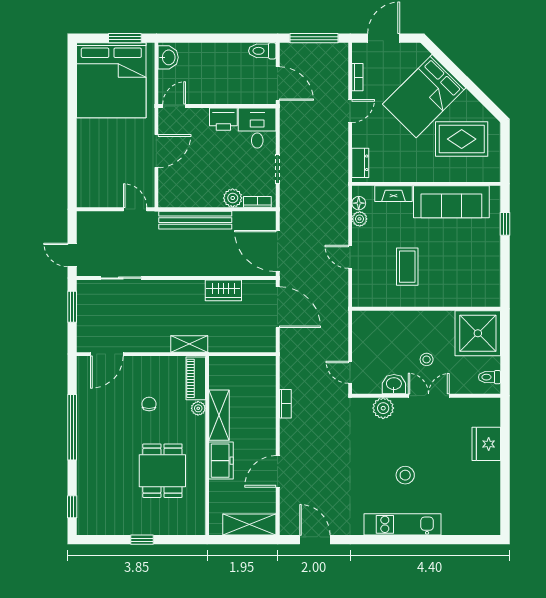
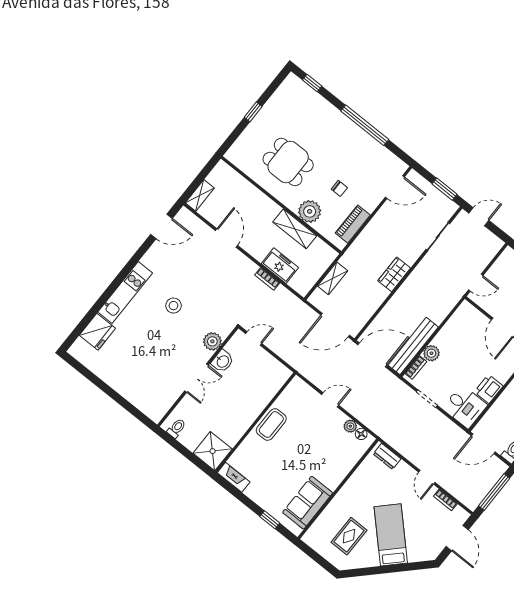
bed: (424, 96) -> (391, 535), width x0.67
rug: (462, 139) -> (349, 536), width x0.73, depth x0.70
fireplace: (394, 194) -> (234, 477), moved, turned 90
sofa: (451, 202) -> (308, 503), width x0.73
bench: (195, 220) -> (413, 346), moved
coffee table: (407, 267) -> (271, 425), moved, turned 90
wardrobe: (223, 290) -> (394, 274), moved
shower: (478, 333) -> (213, 451), width x0.73, depth x0.73
shelving: (189, 344) -> (333, 278), moved
door: (107, 354) -> (395, 187), swing flipped
stool: (427, 359) -> (222, 396), removed
piano: (196, 378) -> (353, 224), moved, turned -90
plant: (198, 408) -> (310, 211), width x1.88, depth x1.88
fridge: (486, 444) -> (97, 332), moved, turned 90
freezer: (221, 461) -> (280, 266), moved, turned 180
stool: (405, 475) -> (174, 306), moved
shelving: (249, 525) -> (200, 195), width x0.67, depth x0.75

